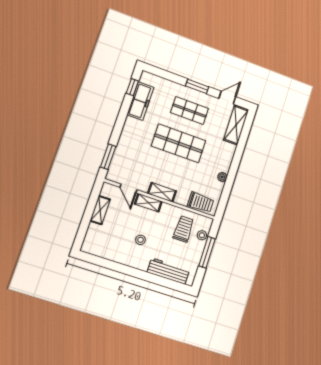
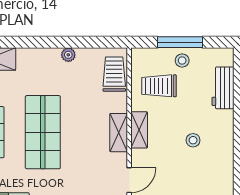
shelving: (148, 203) -> (139, 130), moved
stool: (202, 235) -> (182, 61), moved
workbench: (168, 271) -> (223, 88), width x0.73

